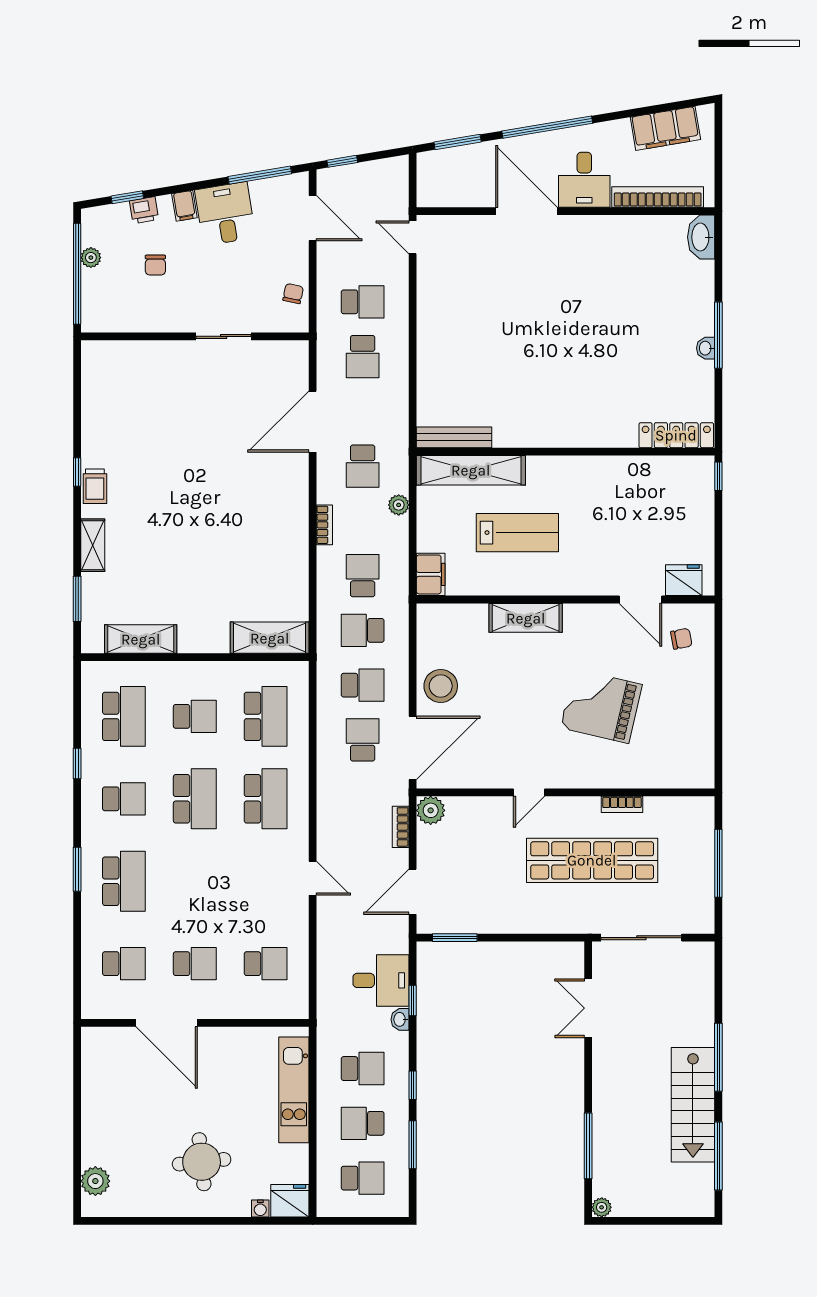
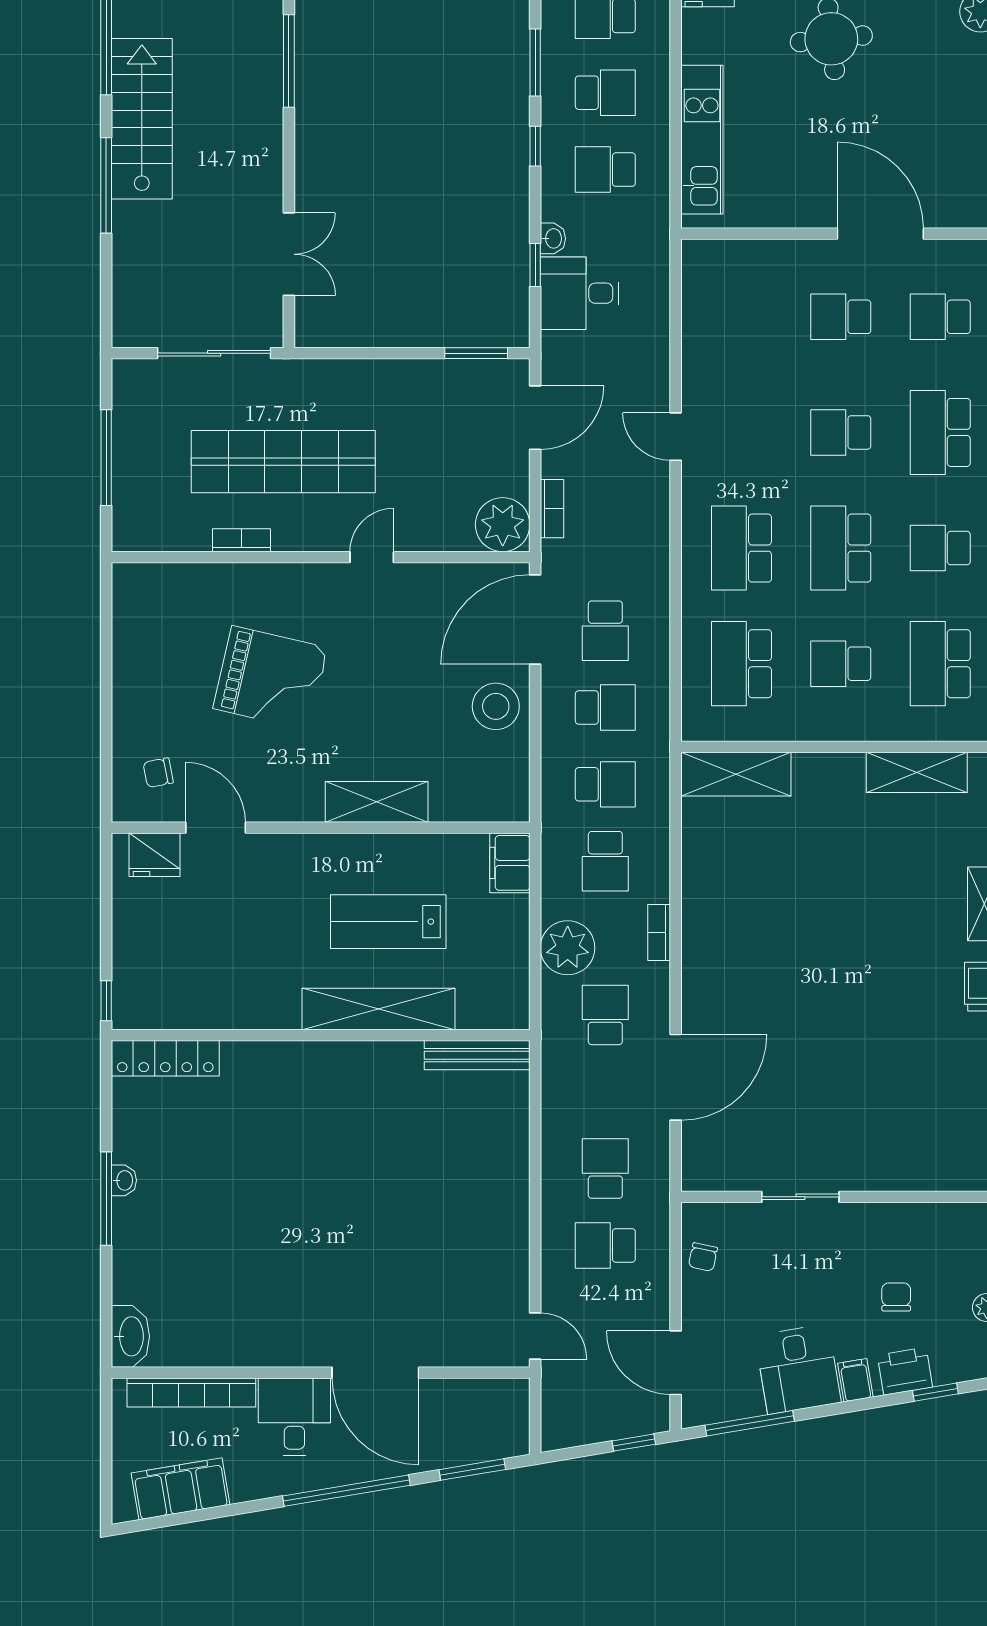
printer: (144, 210) -> (905, 1371), width x1.36, depth x1.24
shelving: (471, 470) -> (378, 1009), moved
plant: (399, 505) -> (568, 948), width x1.88, depth x1.88
school desk: (363, 685) -> (605, 708), turned 180
plant: (431, 810) -> (503, 525), width x1.36, depth x1.36
school desk: (266, 964) -> (841, 432), moved

